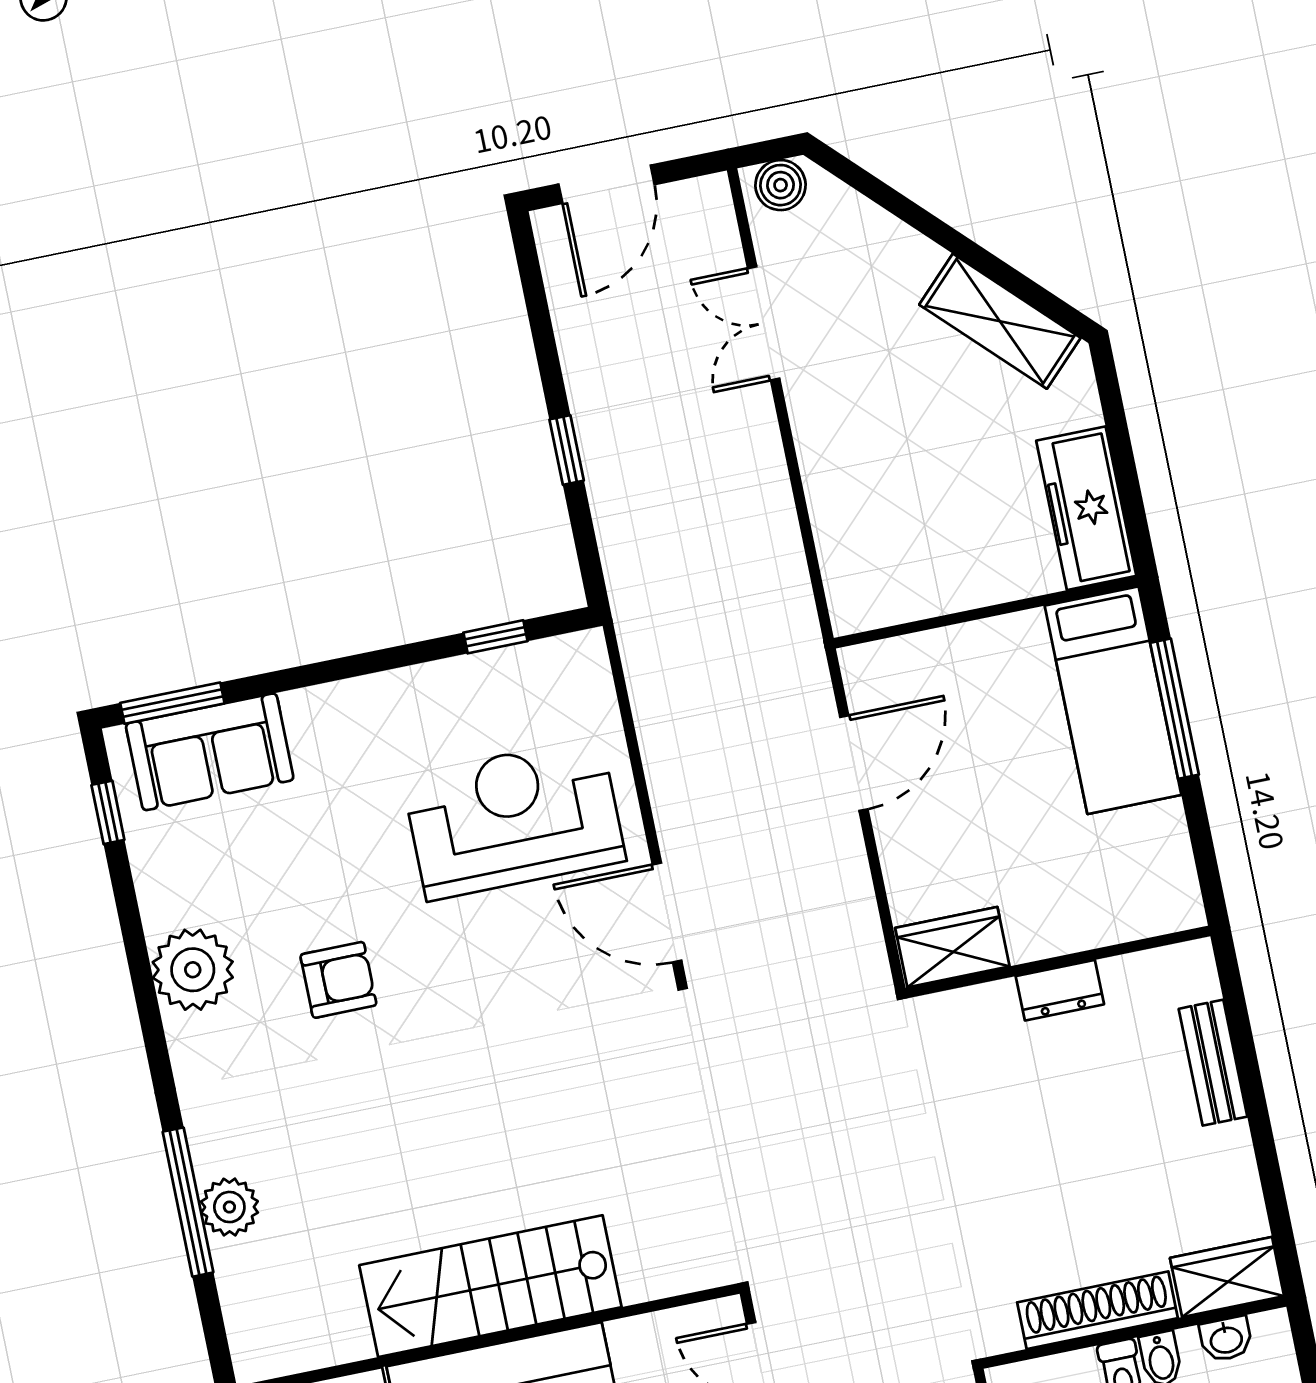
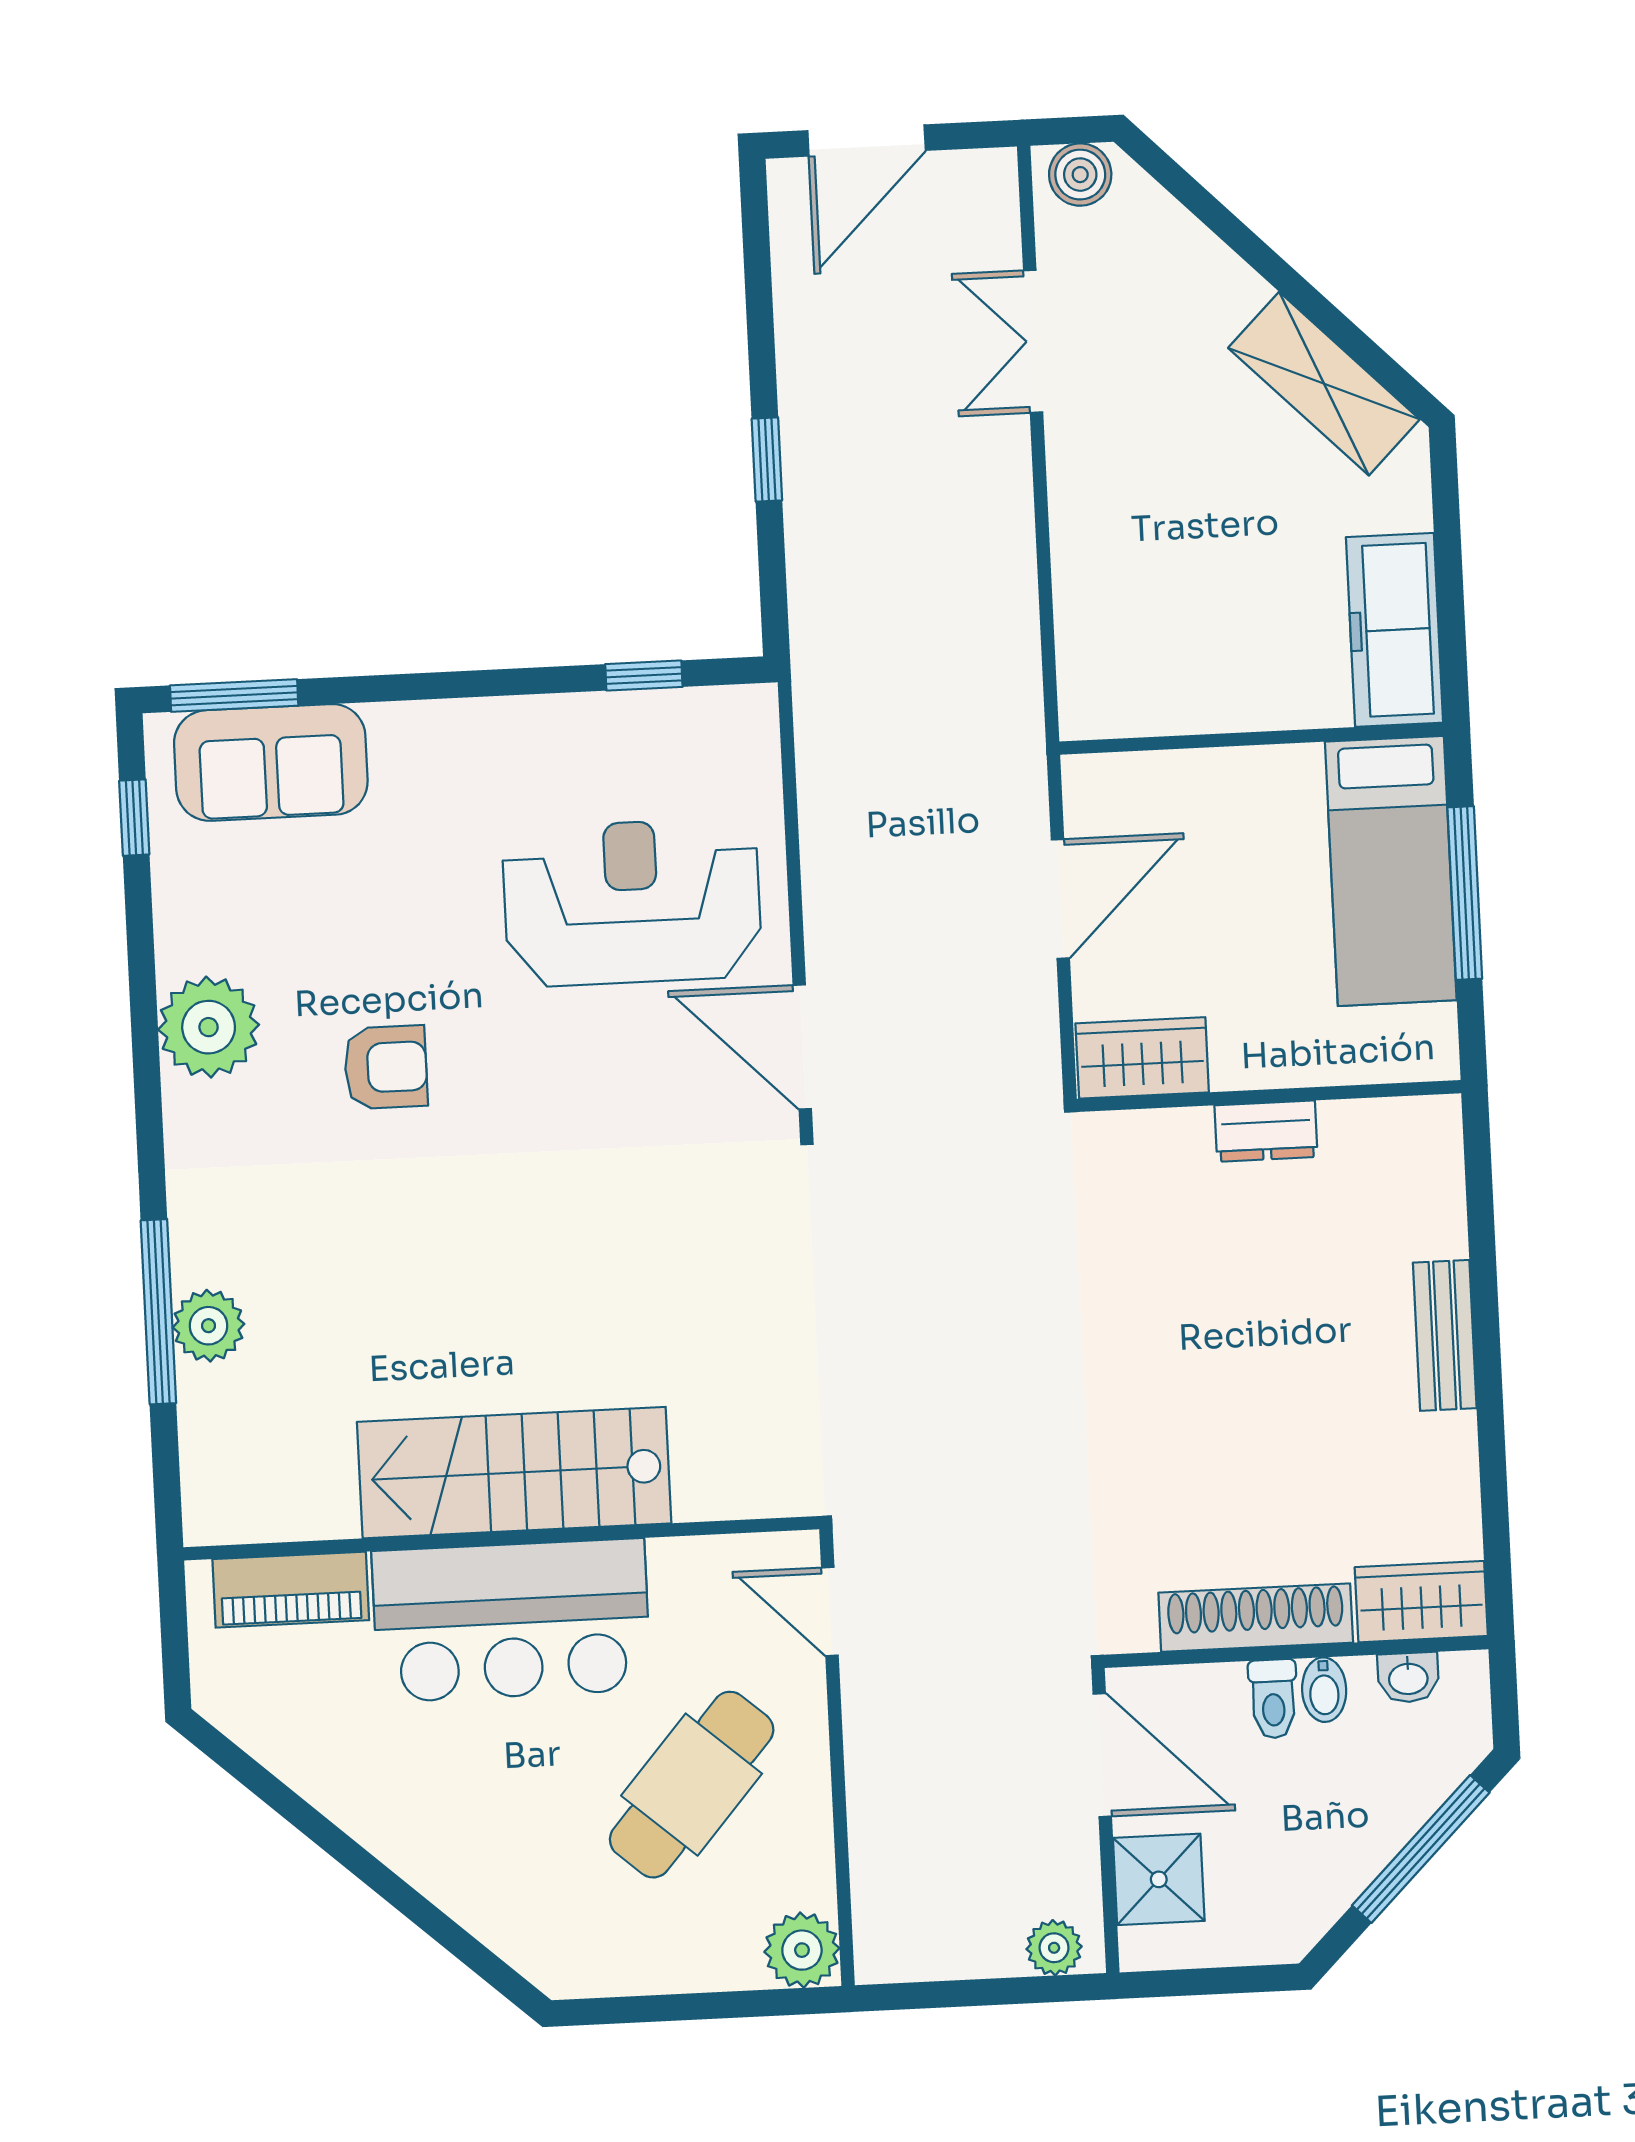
wardrobe: (952, 947) -> (1142, 1058), moved
wall: (1058, 962) -> (1269, 1096), moved
dresser: (1060, 990) -> (1266, 1131), moved

